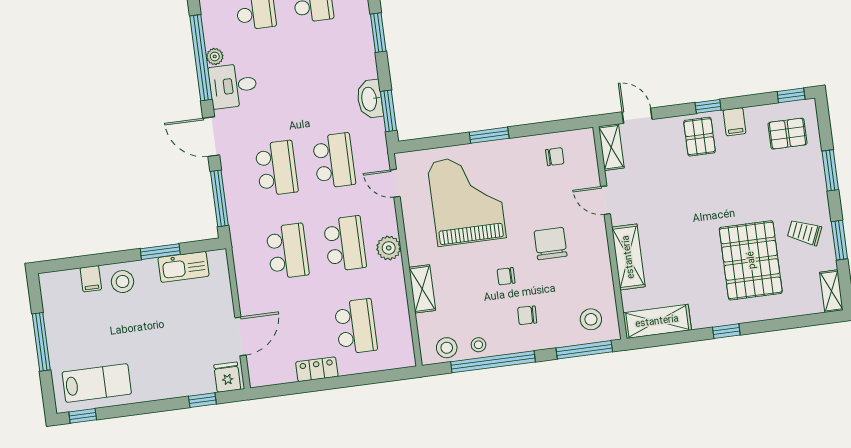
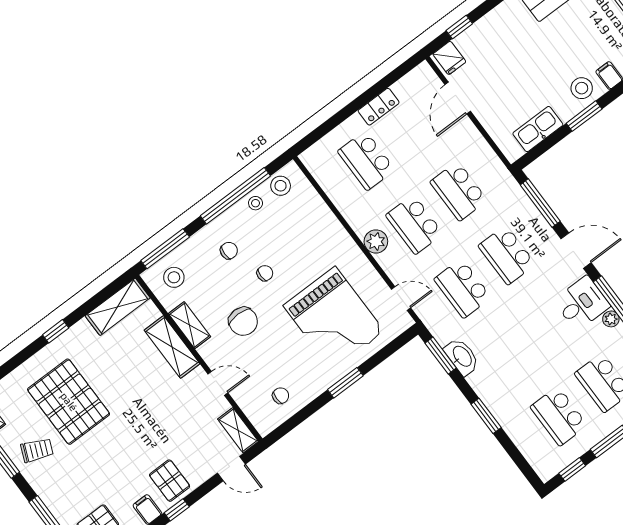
chair: (555, 157) -> (281, 396), turned 180
window: (160, 252) -> (584, 116), moved
shelving: (422, 289) -> (190, 325), moved

